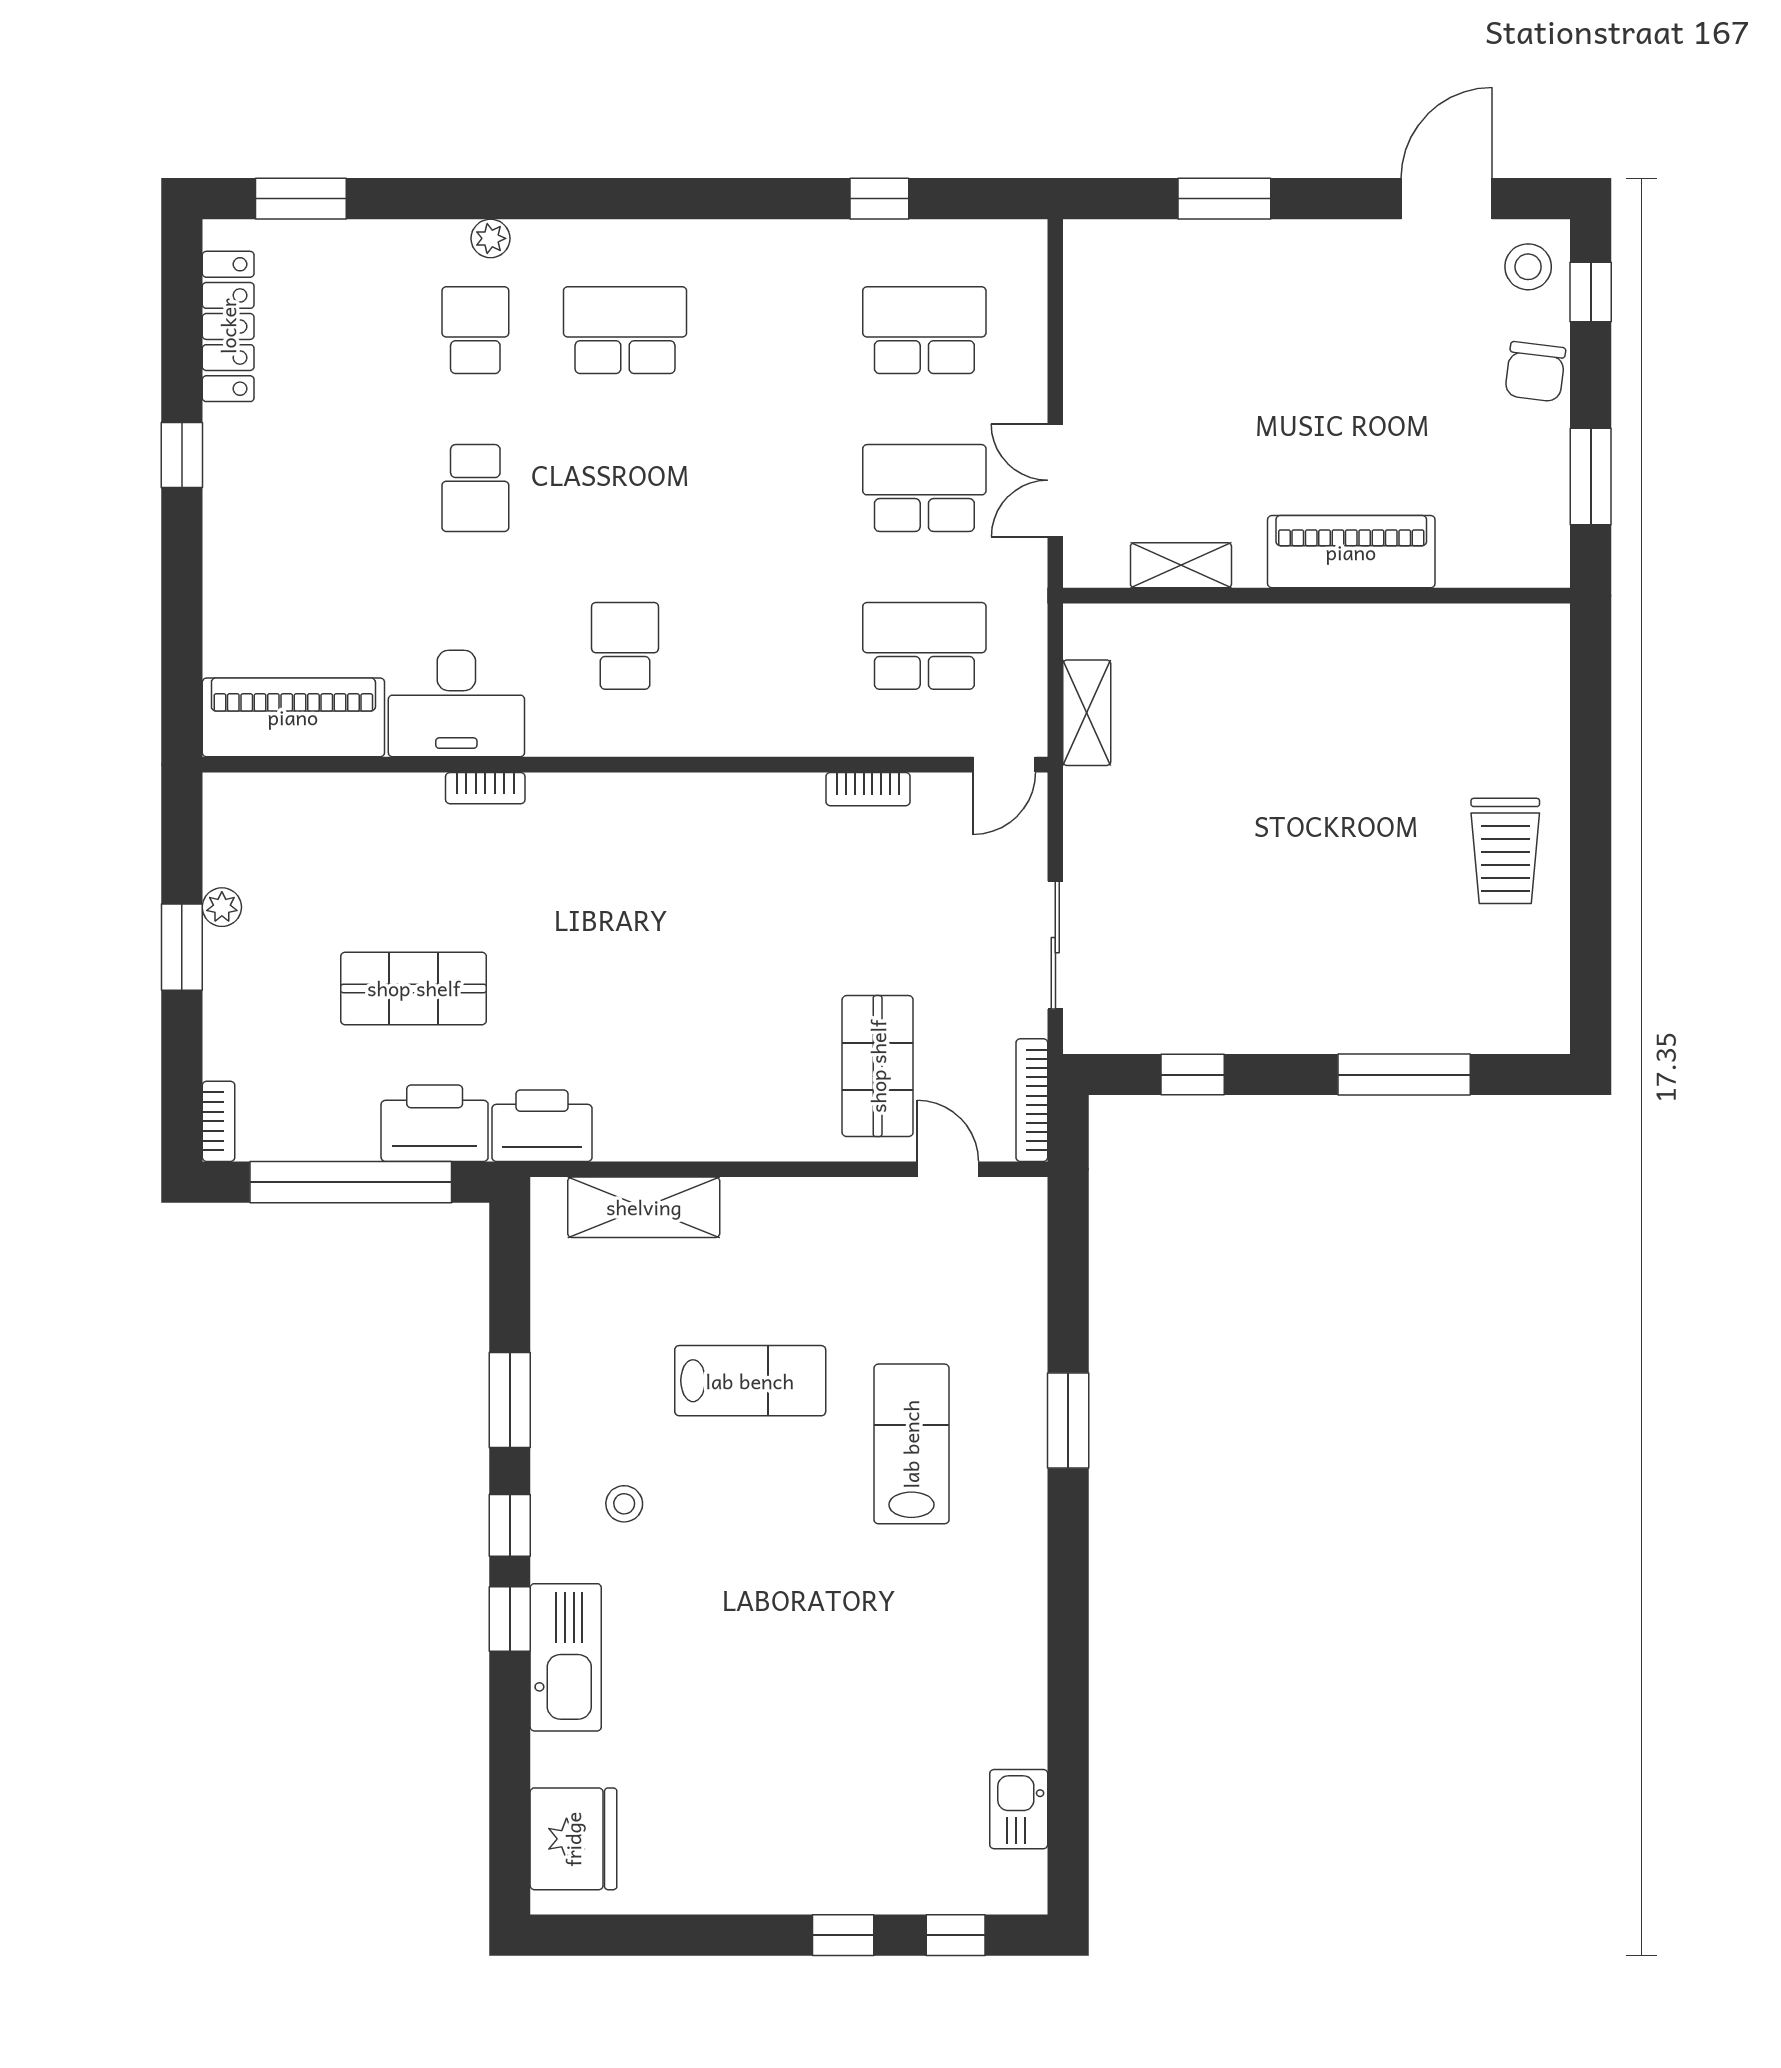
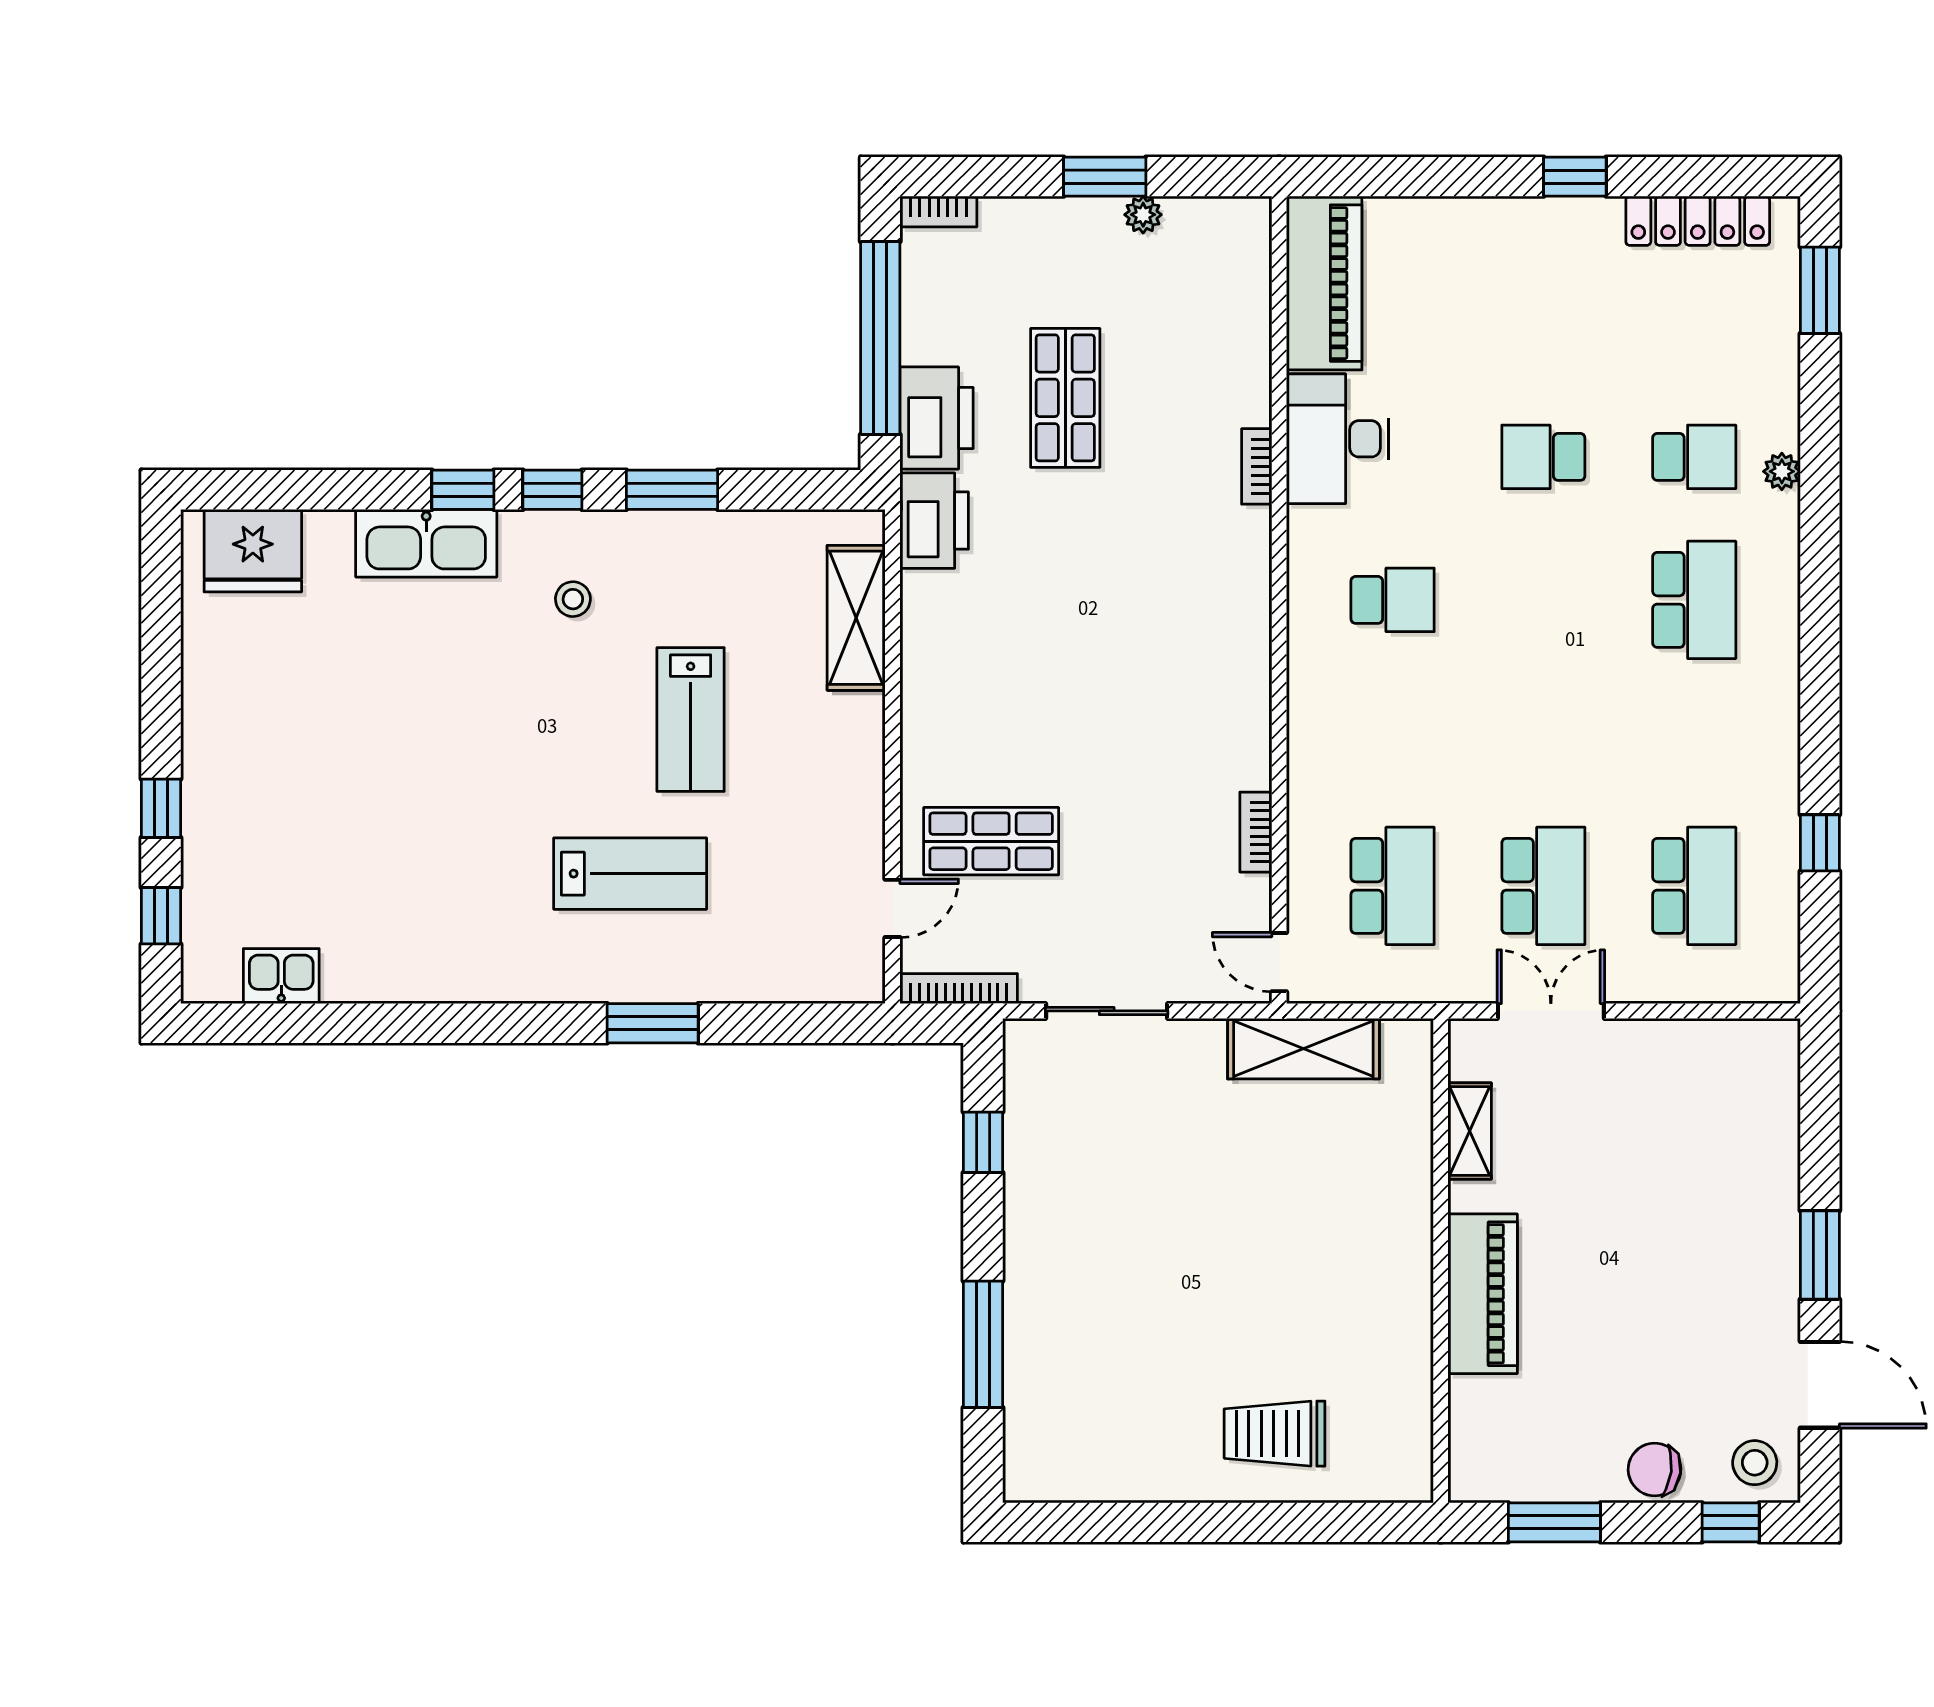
window: (1224, 199) -> (1820, 1255), moved
shelving: (1087, 713) -> (1303, 1049), width x1.50, depth x1.33
trolley: (1505, 851) -> (1275, 1434), moved

